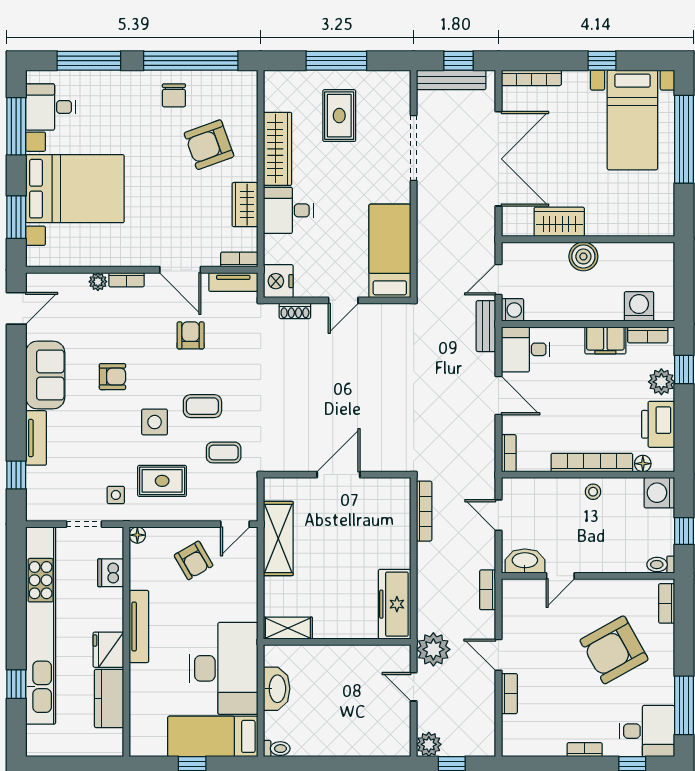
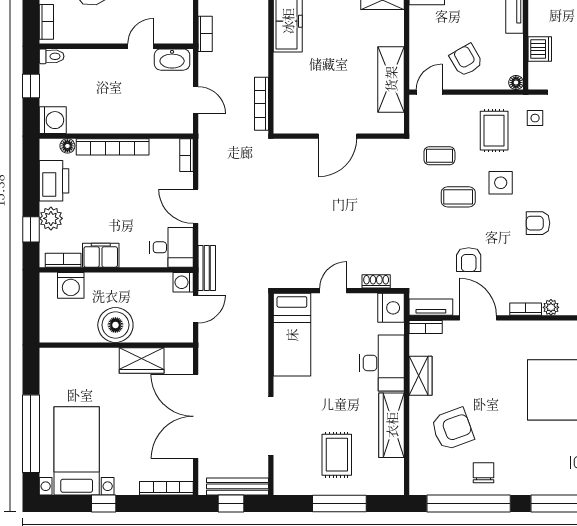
desk: (288, 210) -> (382, 363), width x1.37
boiler: (583, 256) -> (115, 325), width x1.37, depth x1.37
rug: (162, 481) -> (494, 131), turned 90
stool: (593, 492) -> (112, 121), removed

